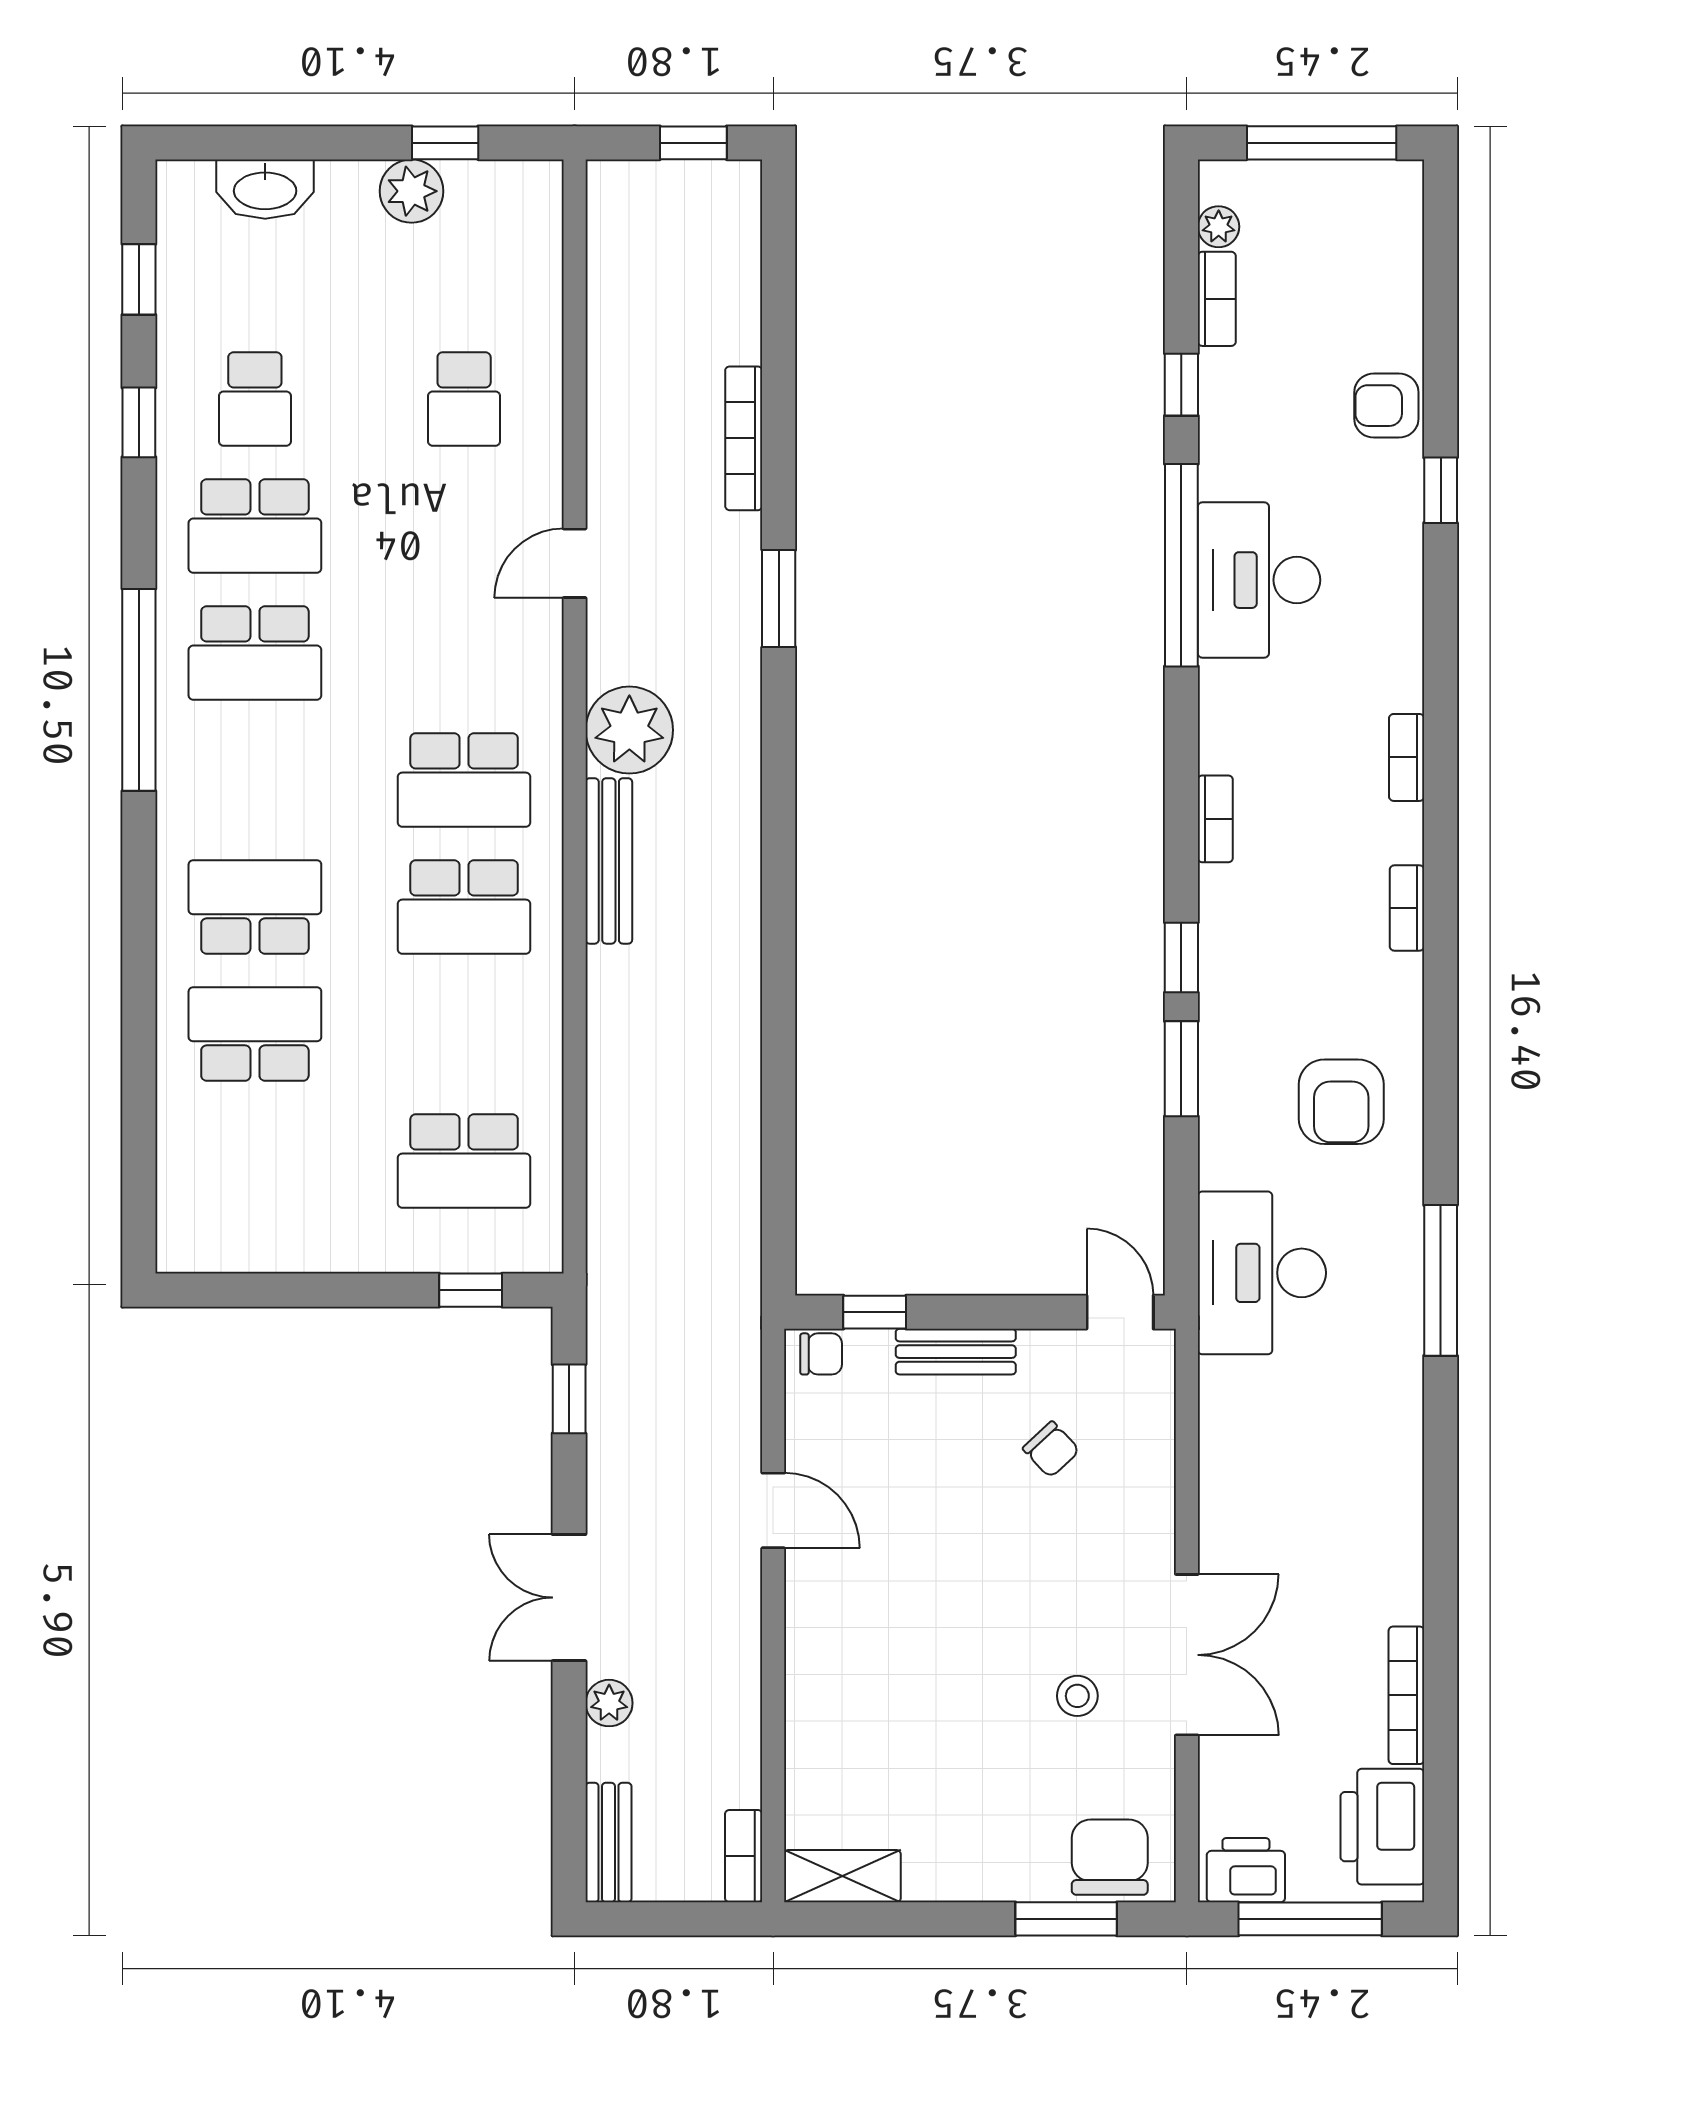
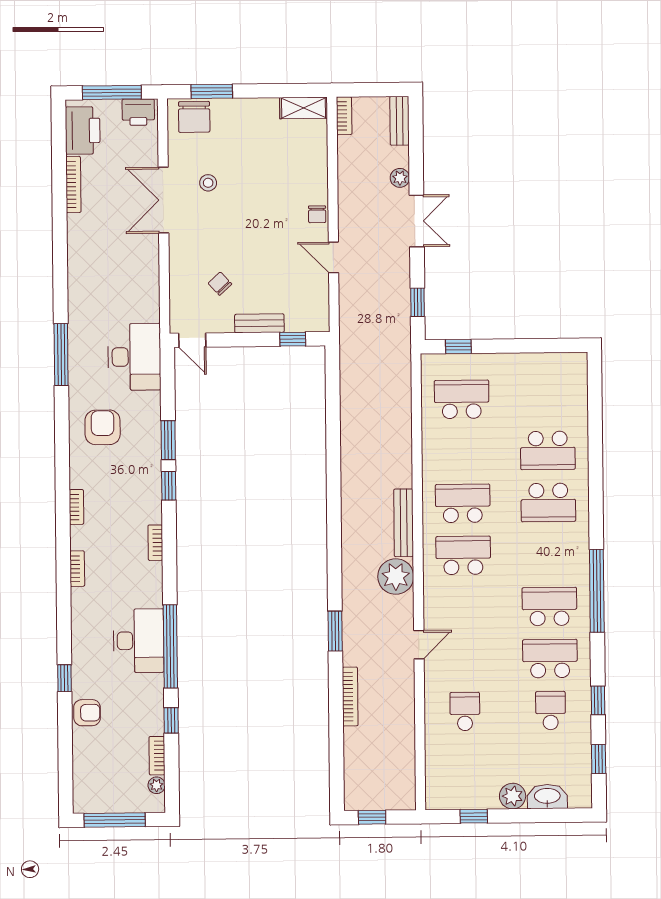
plant: (412, 191) -> (513, 796), moved
chair: (821, 1354) -> (317, 214), moved, turned -90

